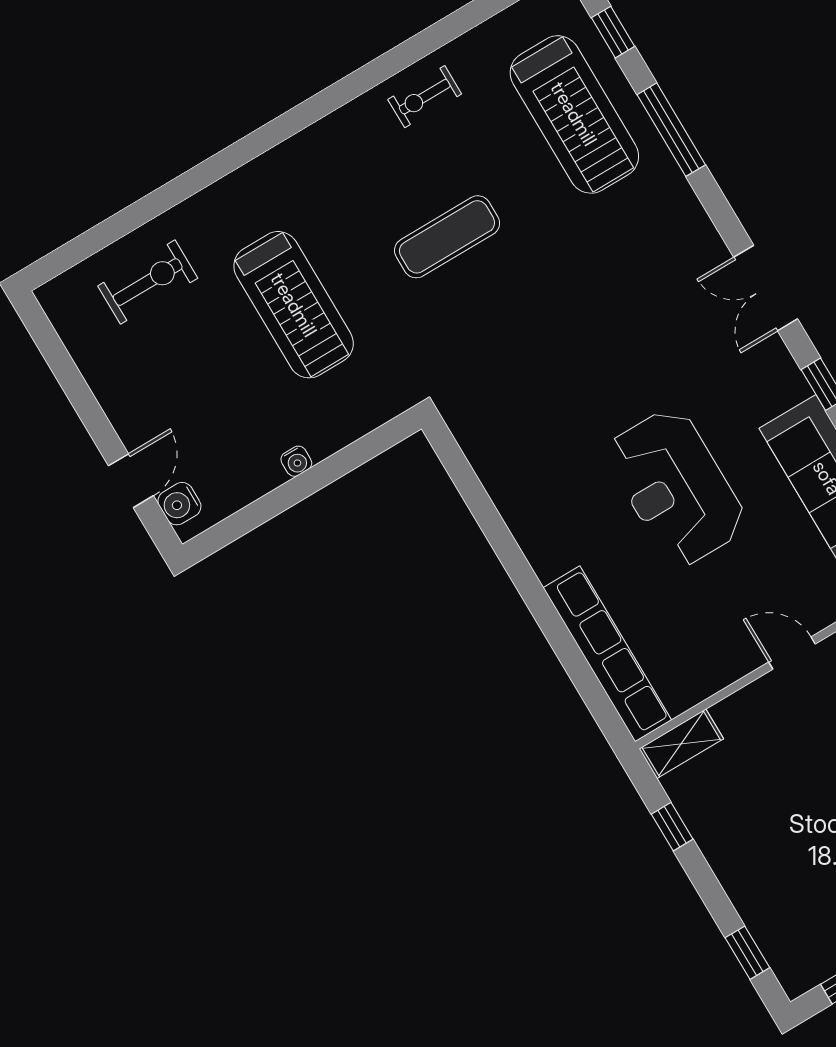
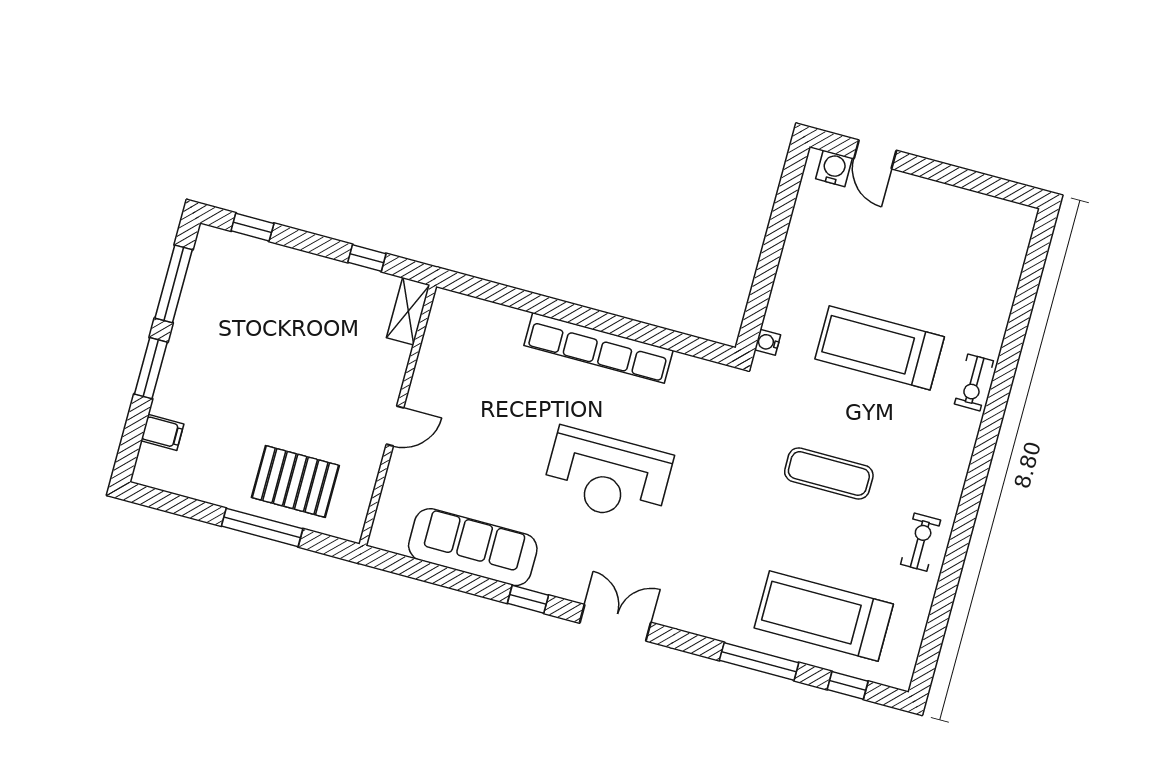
exercise mat: (447, 237) -> (829, 473), turned 90
exercise bike: (148, 282) -> (974, 382), moved, width x0.73, depth x0.72
water cooler: (296, 461) -> (768, 342), moved
reception desk: (676, 487) -> (608, 476), moved, turned 180
row of seats: (607, 654) -> (599, 348), moved

